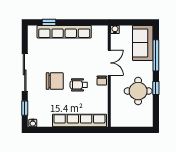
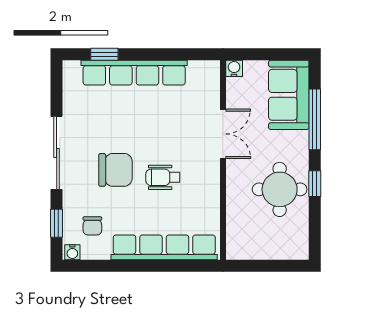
chair: (102, 81) -> (92, 226), moved

